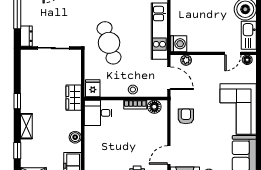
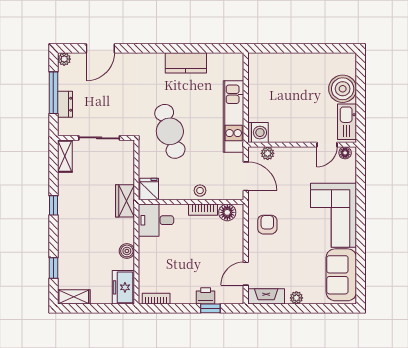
dresser: (26, 36) -> (65, 104), moved
shelving: (26, 126) -> (65, 156), moved

